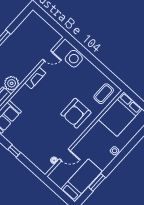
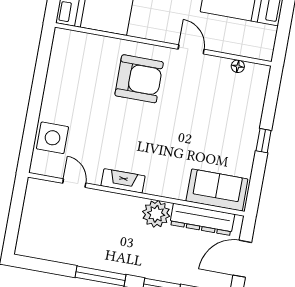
coffee table: (104, 94) -> (79, 53), removed
door: (65, 155) -> (191, 49), moved

